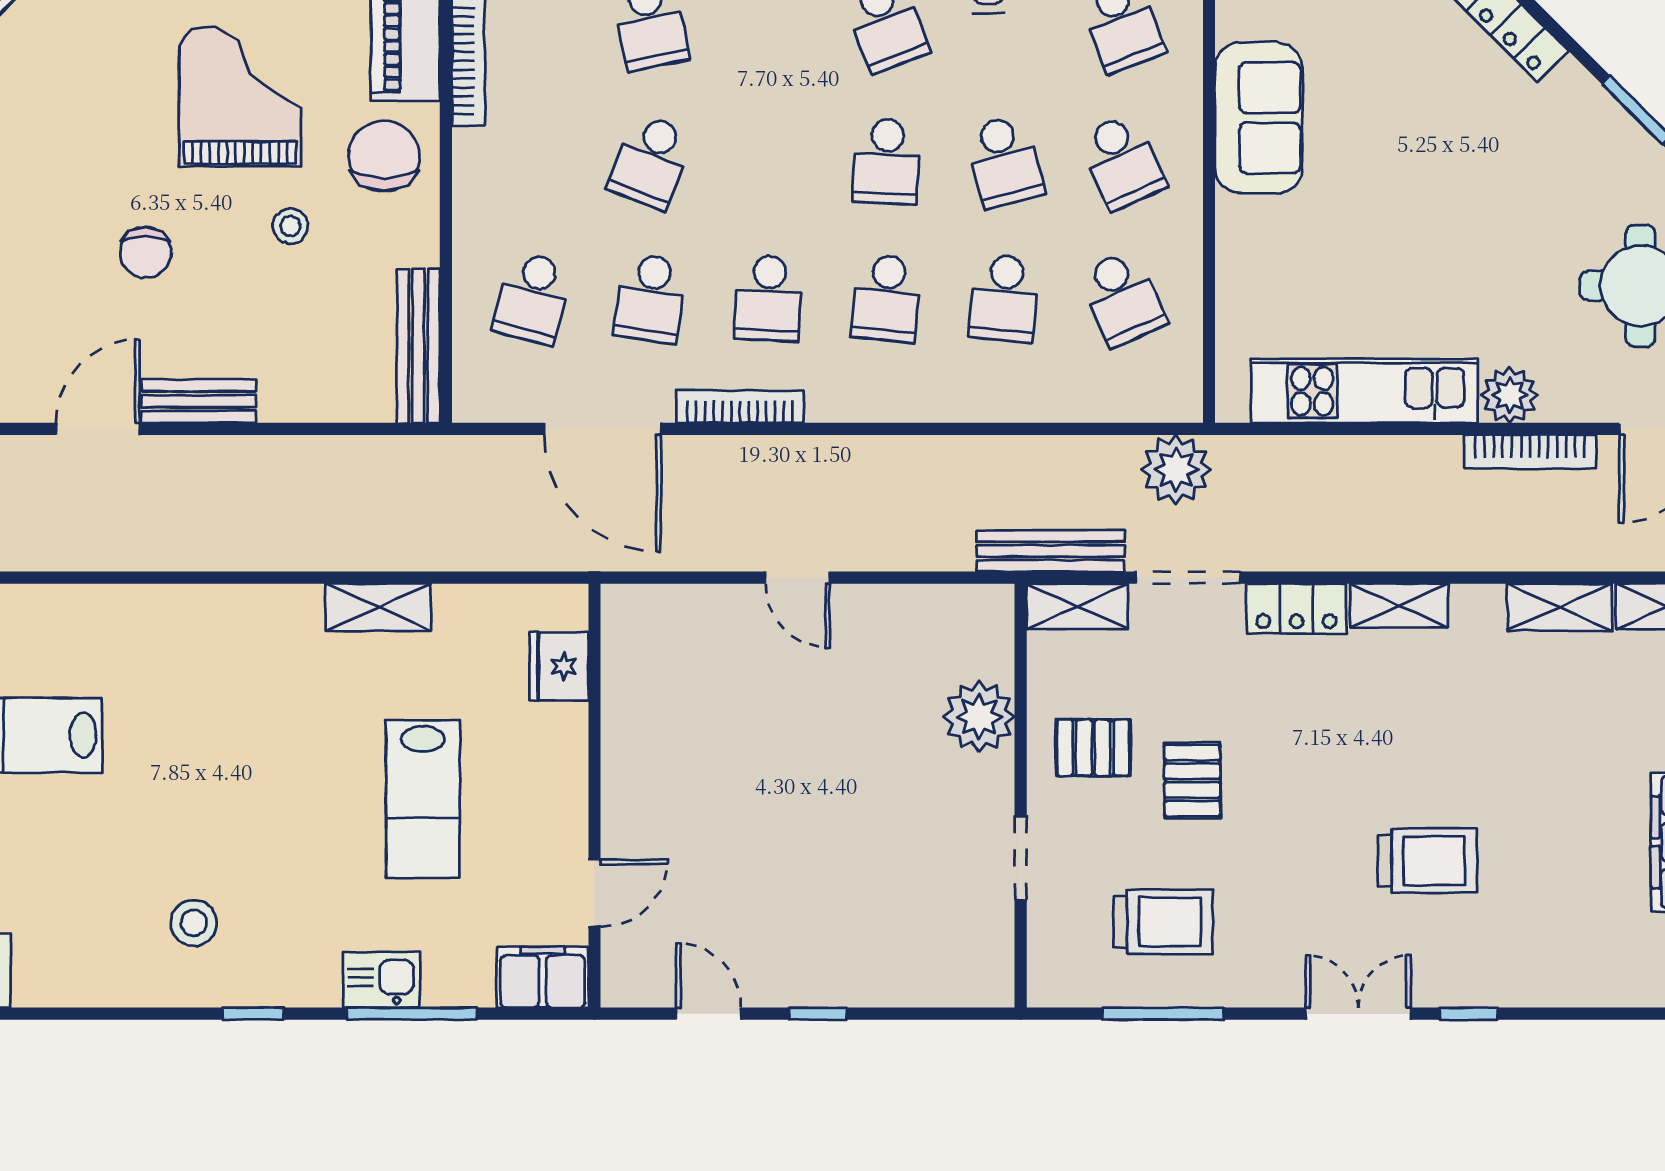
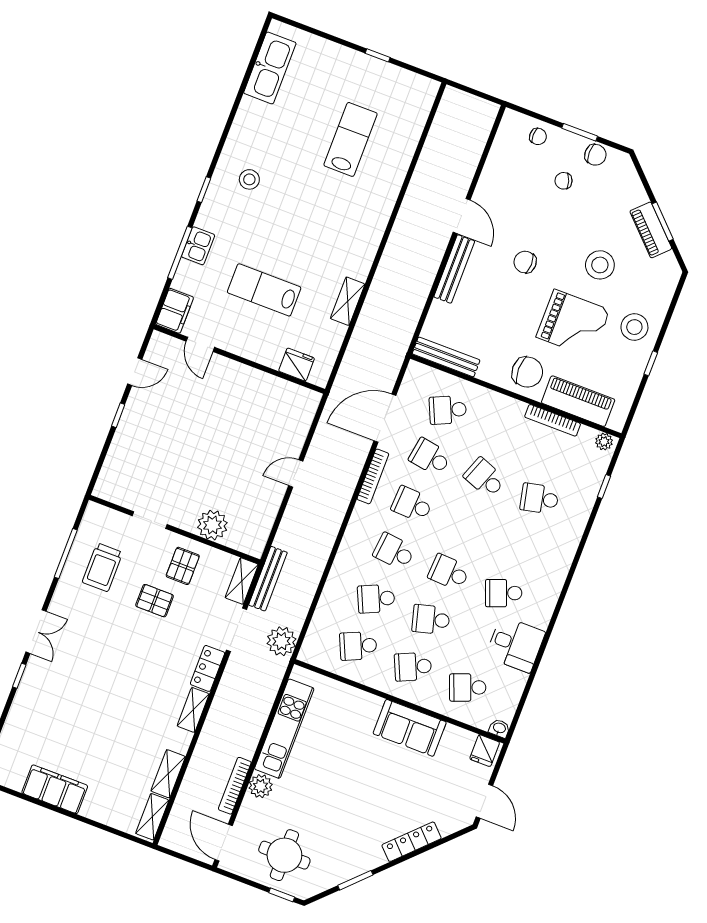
stool: (290, 226) -> (600, 265), moved, width x1.89, depth x1.89
school desk: (533, 298) -> (448, 410), turned -39
school desk: (1004, 298) -> (376, 599), turned -30
bench: (199, 401) -> (454, 269), width x1.36
trolley: (1427, 861) -> (87, 682), removed

